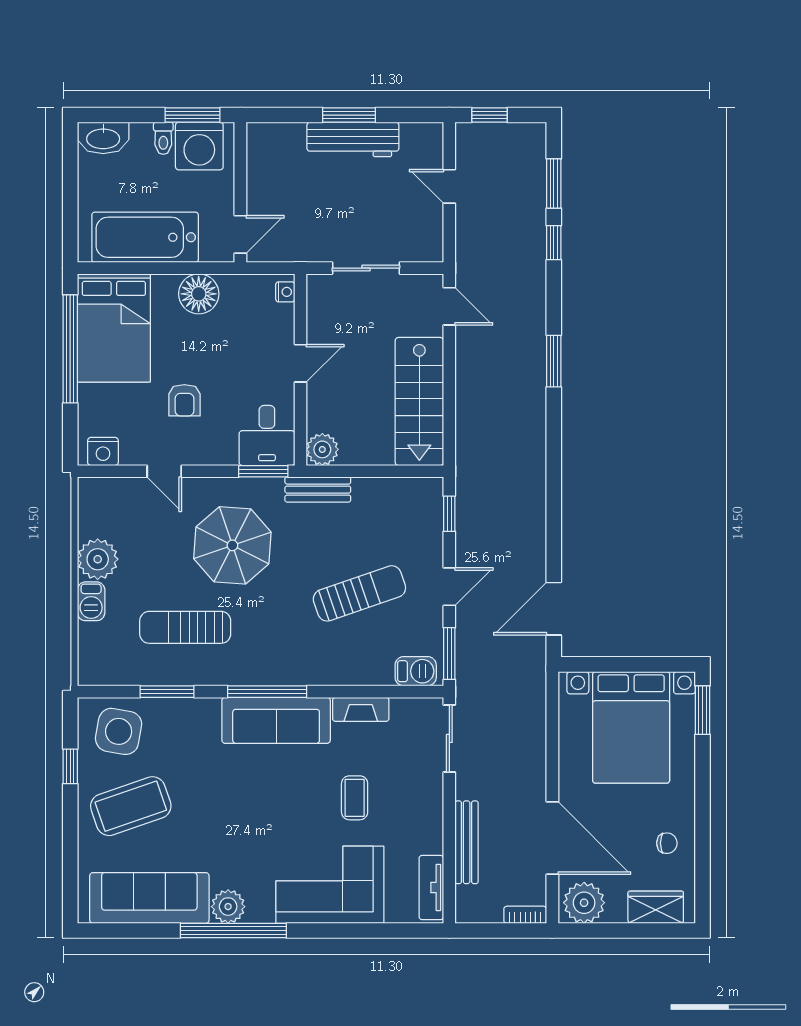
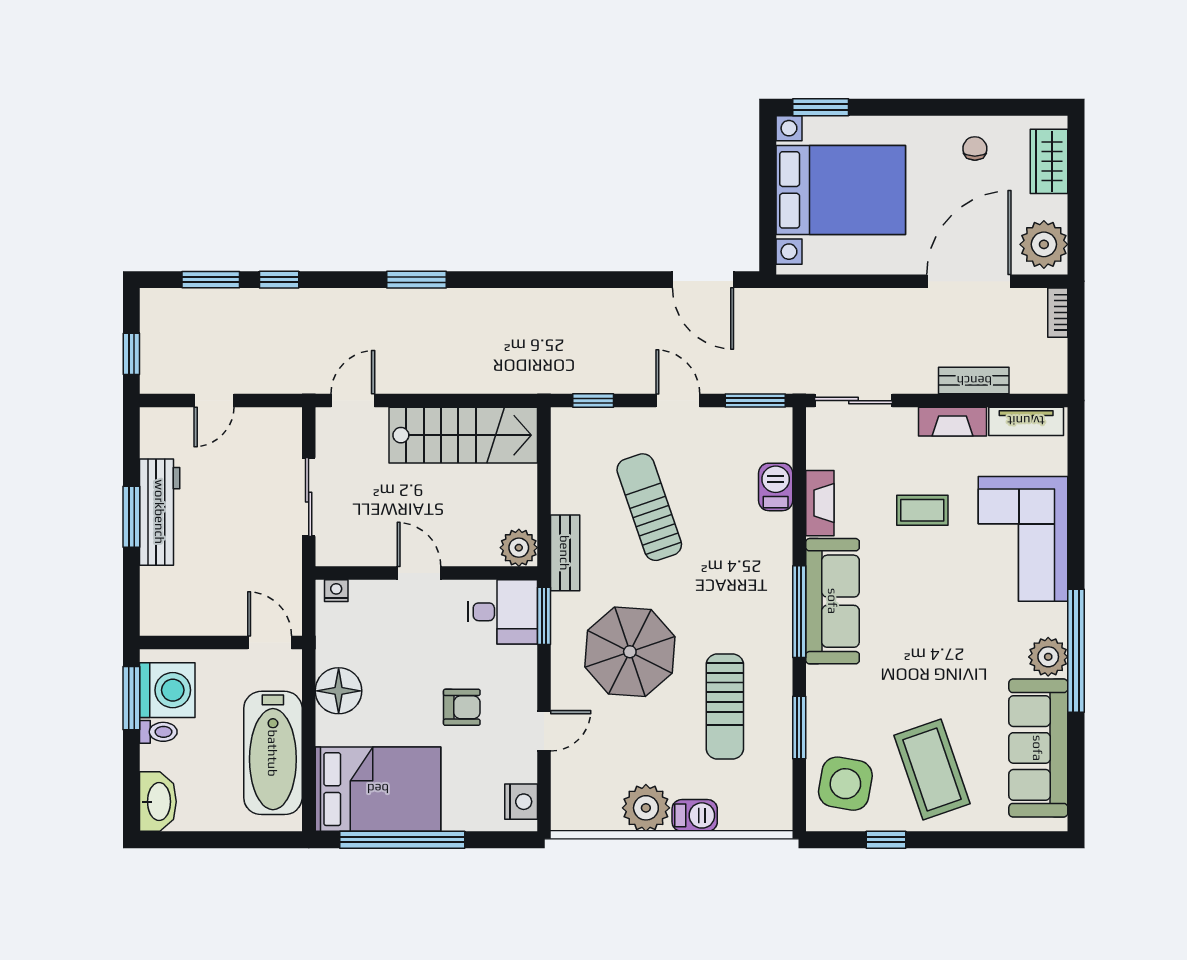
sun lounger: (359, 593) -> (649, 507), moved
barbecue: (416, 671) -> (776, 487), moved
fireplace: (431, 824) -> (952, 422), added
bench: (467, 842) -> (974, 381), width x0.73

